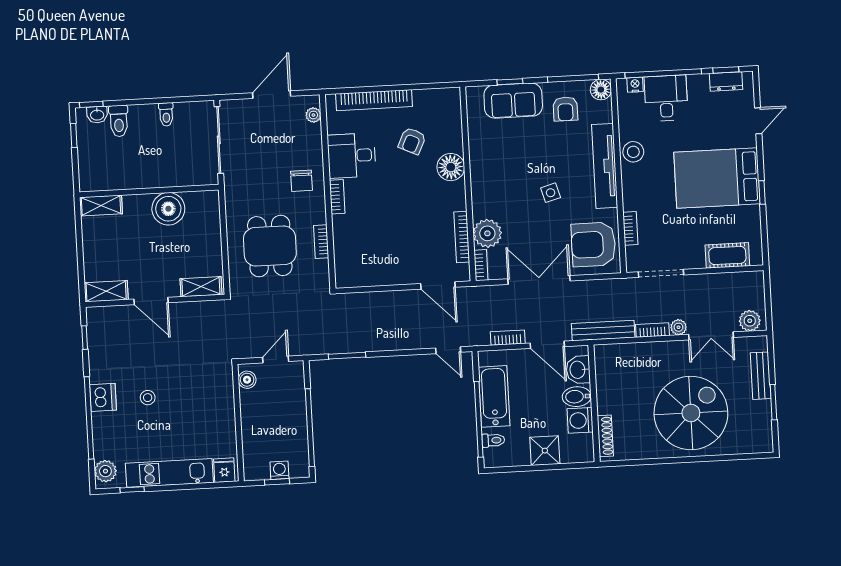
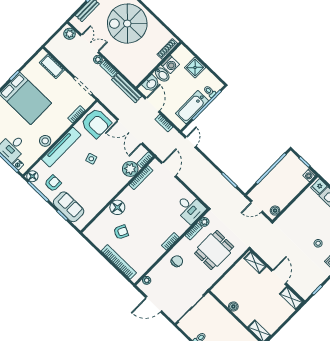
desk: (352, 156) -> (190, 208), moved
boiler: (168, 209) -> (233, 306), width x0.54, depth x0.54
plant: (321, 268) -> (204, 222), added
washing machine: (279, 470) -> (309, 175), moved

